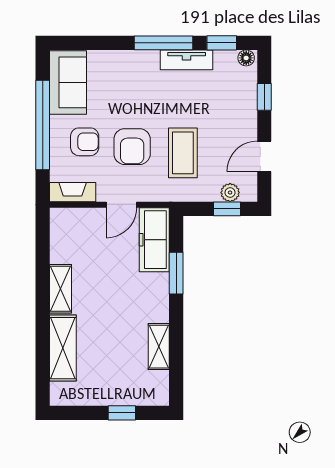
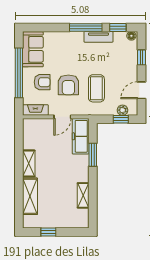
window: (122, 413) -> (48, 232), moved

